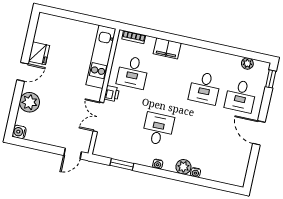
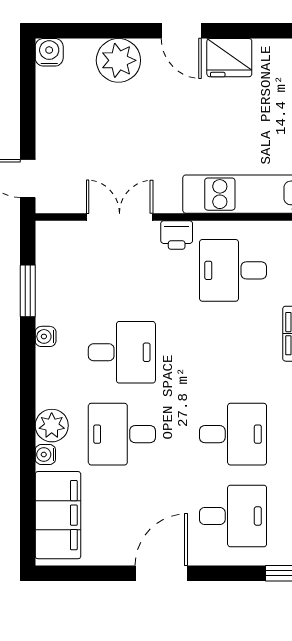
desk: (205, 88) -> (233, 434), turned 180
desk: (241, 96) -> (233, 516), turned 180
desk: (194, 137) -> (122, 434), added
water cooler: (158, 164) -> (46, 336), moved
filing cabinet: (223, 173) -> (58, 515), added

